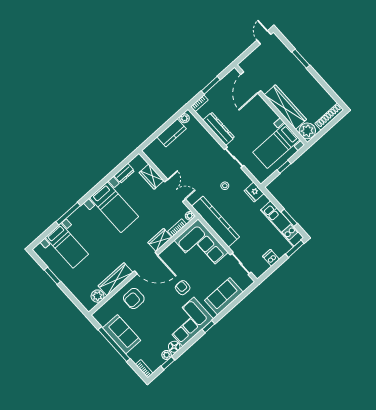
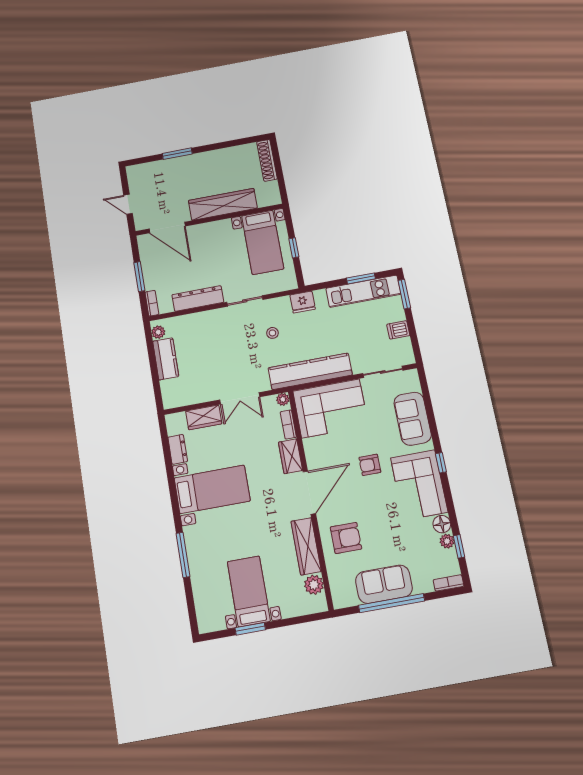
door: (264, 37) -> (128, 204), moved
plant: (307, 131) -> (268, 195), removed
double door: (175, 191) -> (240, 398), swing flipped
bed with nightstands: (67, 246) -> (249, 591), moved, turned -90
armchair: (134, 298) -> (346, 538), turned -90

